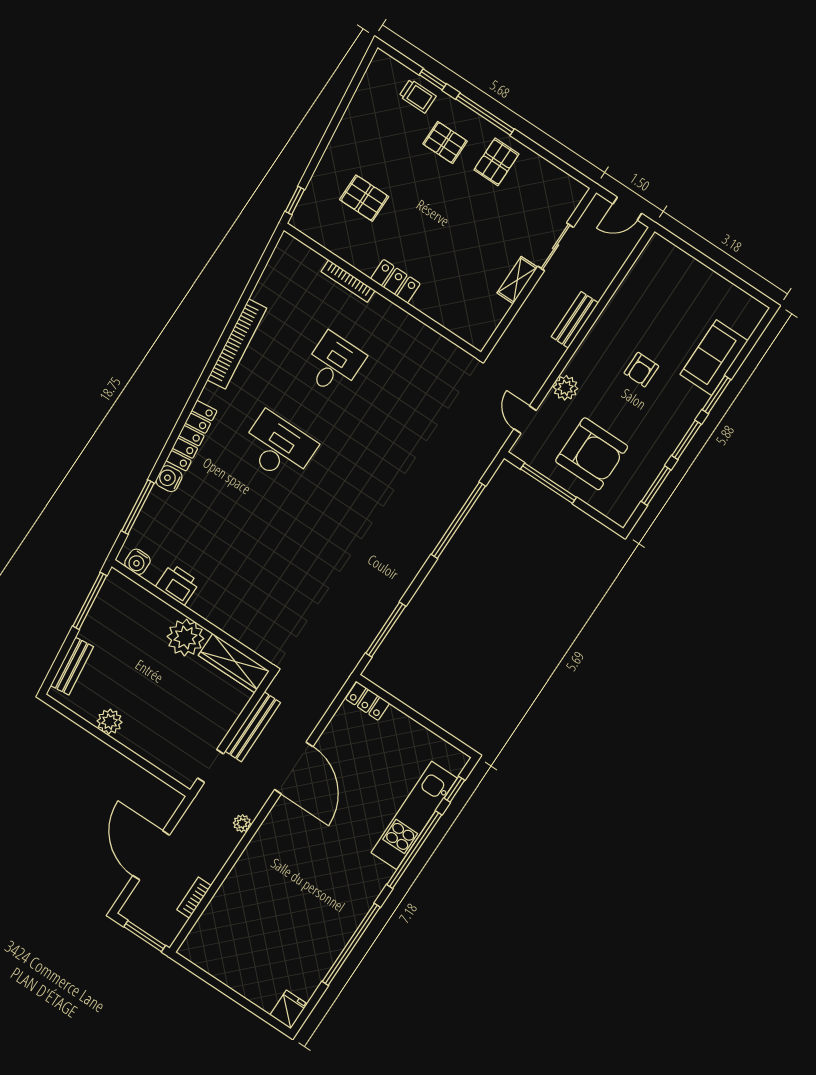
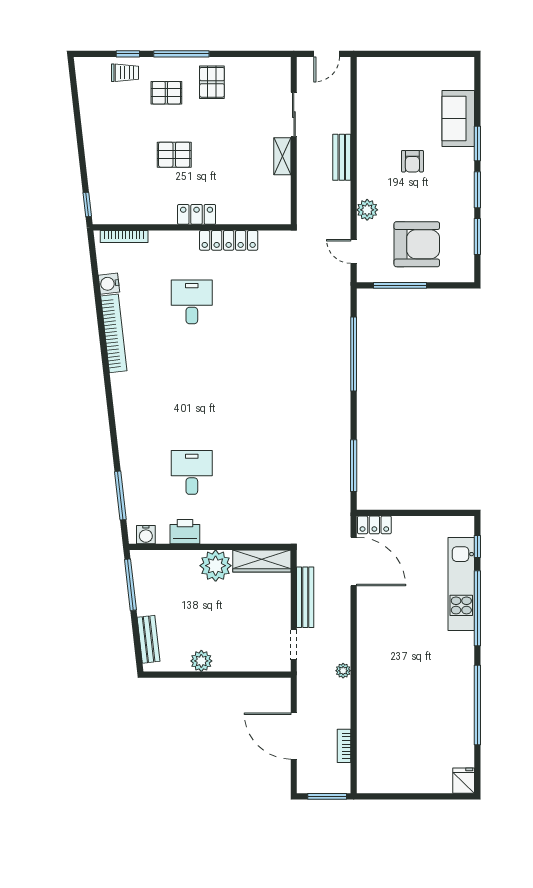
pallet: (364, 198) -> (174, 155), moved
bookcase: (348, 281) -> (124, 237), moved
locker: (191, 436) -> (229, 240), moved, turned 96
desk: (278, 447) -> (192, 472), moved, width x0.73
water cooler: (169, 479) -> (109, 284), moved
door: (294, 768) -> (354, 561), moved

